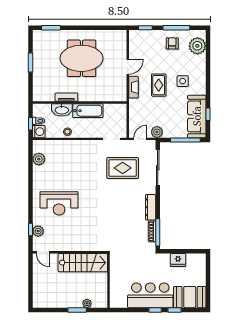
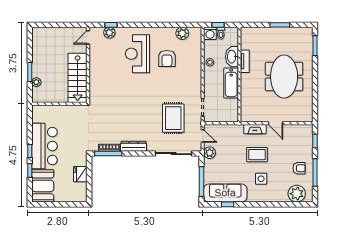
armchair: (64, 174) -> (167, 58), added

